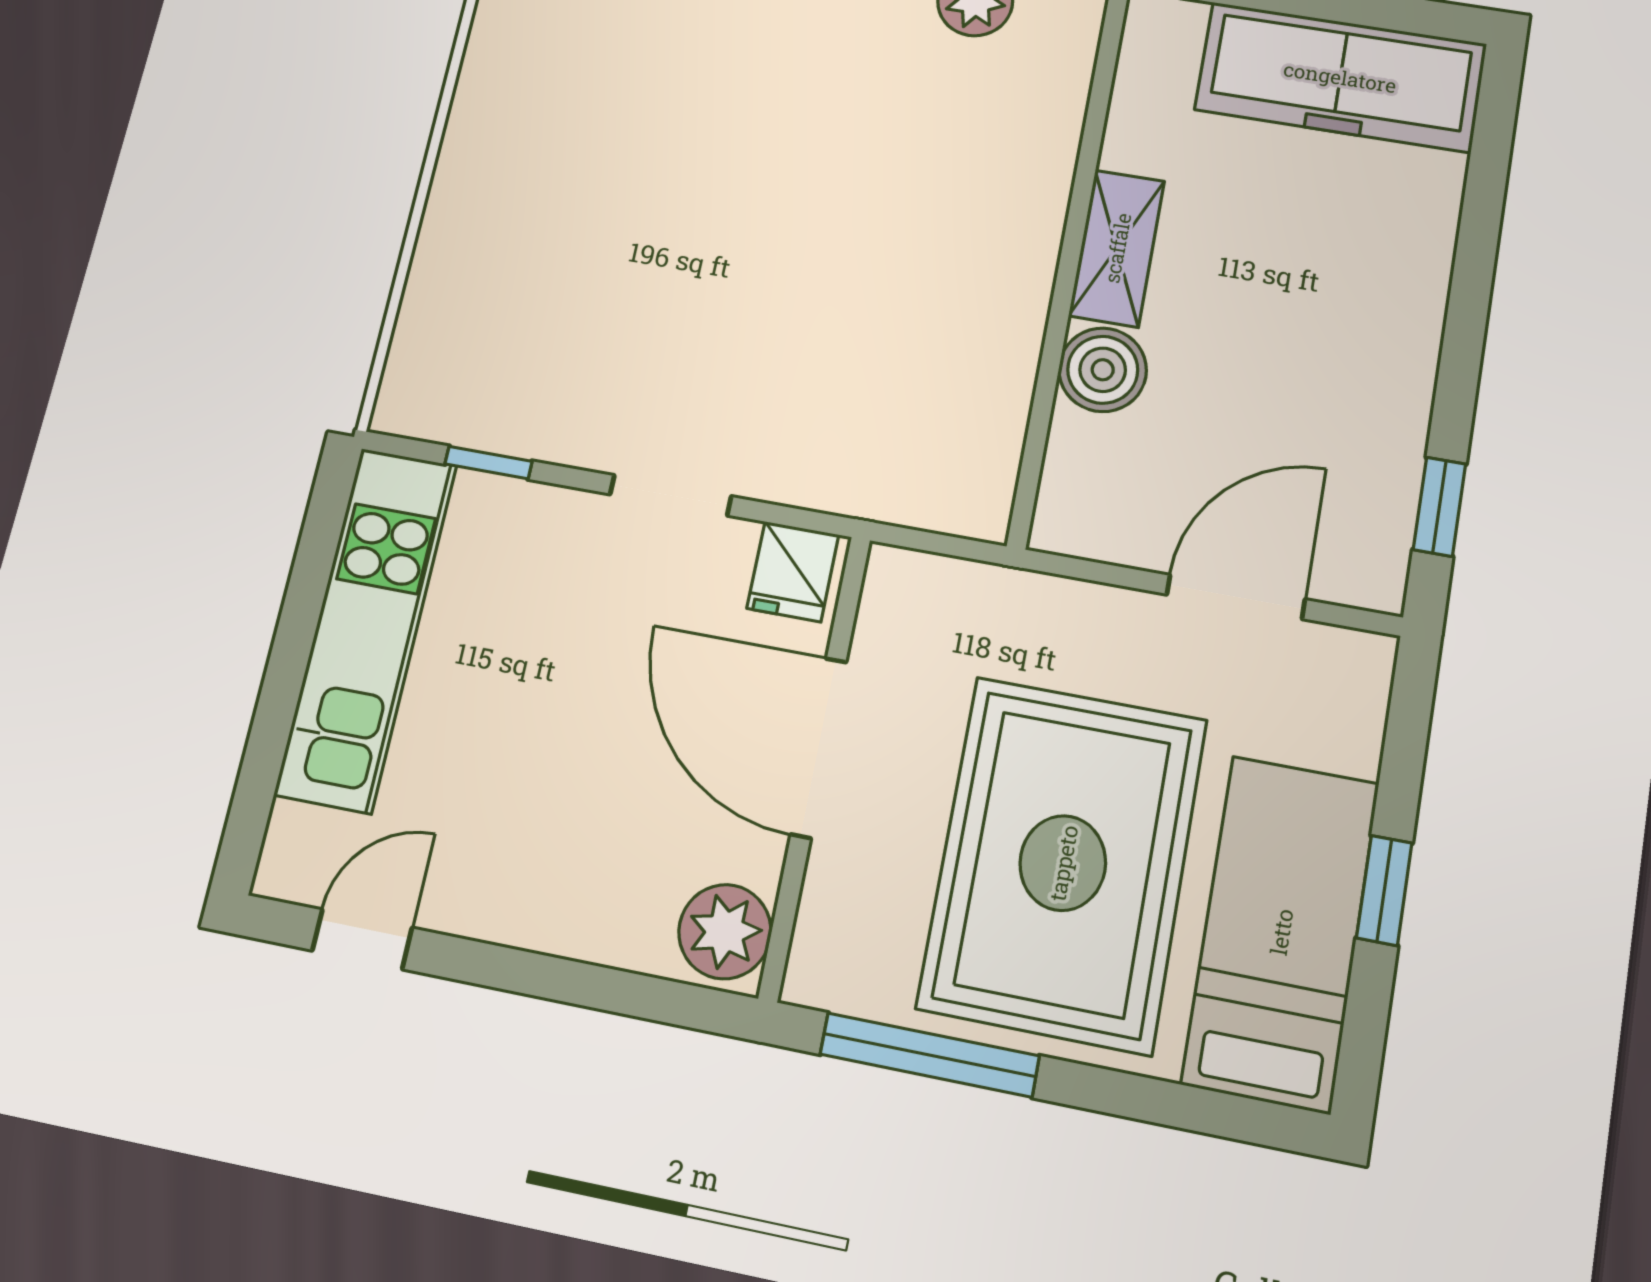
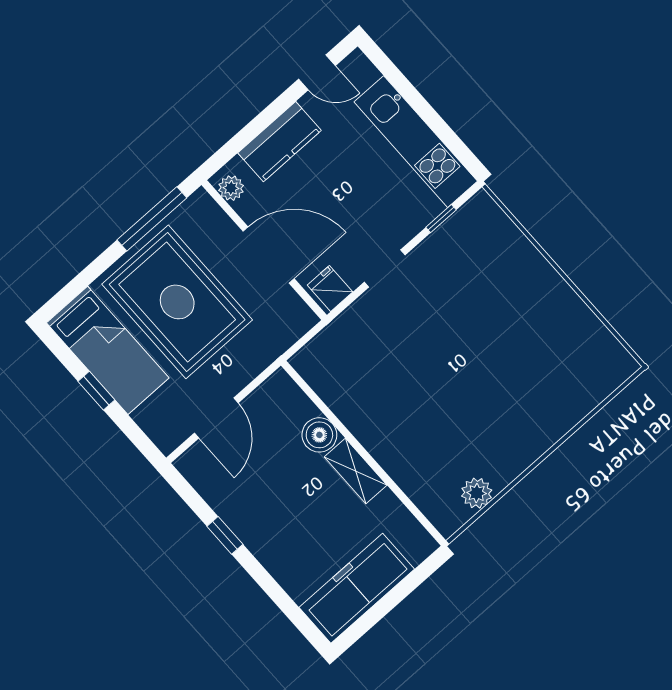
window: (1439, 507) -> (225, 535), moved
kitchen counter: (564, 906) -> (280, 142), added
plant: (725, 932) -> (231, 188), width x0.73, depth x0.73
door: (362, 939) -> (317, 72), hinge flipped

